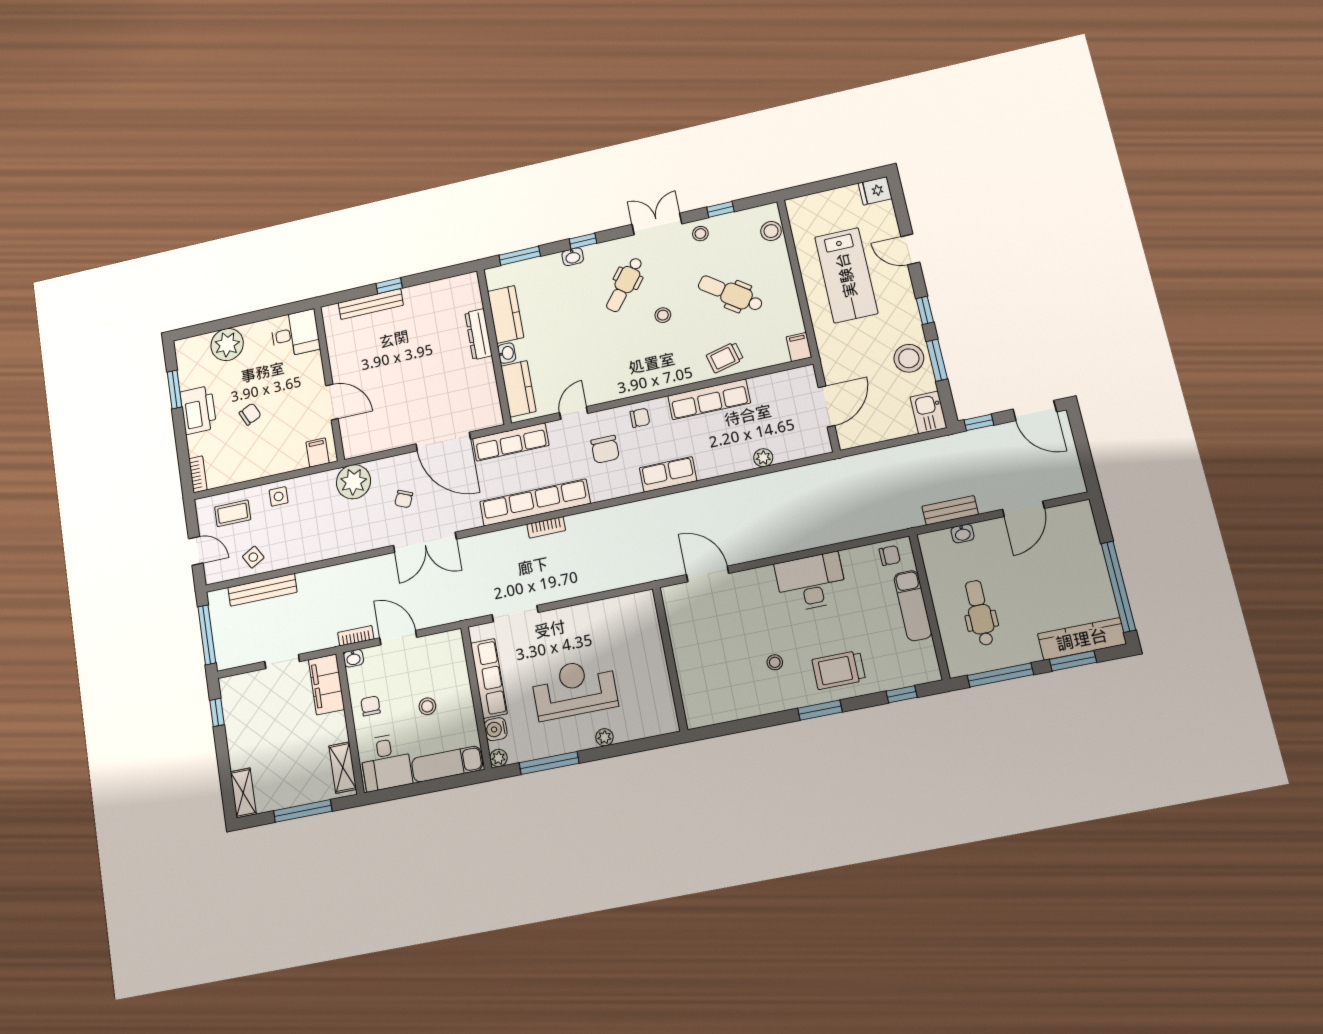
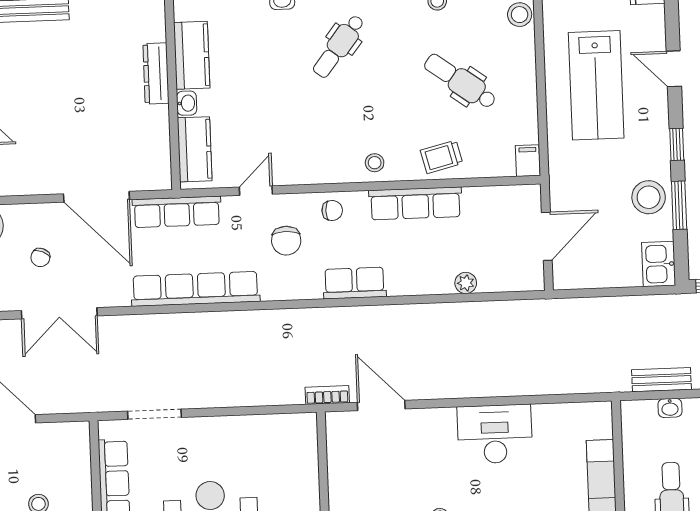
stool: (663, 315) -> (375, 163), moved
bookcase: (546, 527) -> (327, 395), moved, turned 180
chair: (890, 556) -> (586, 419), removed

